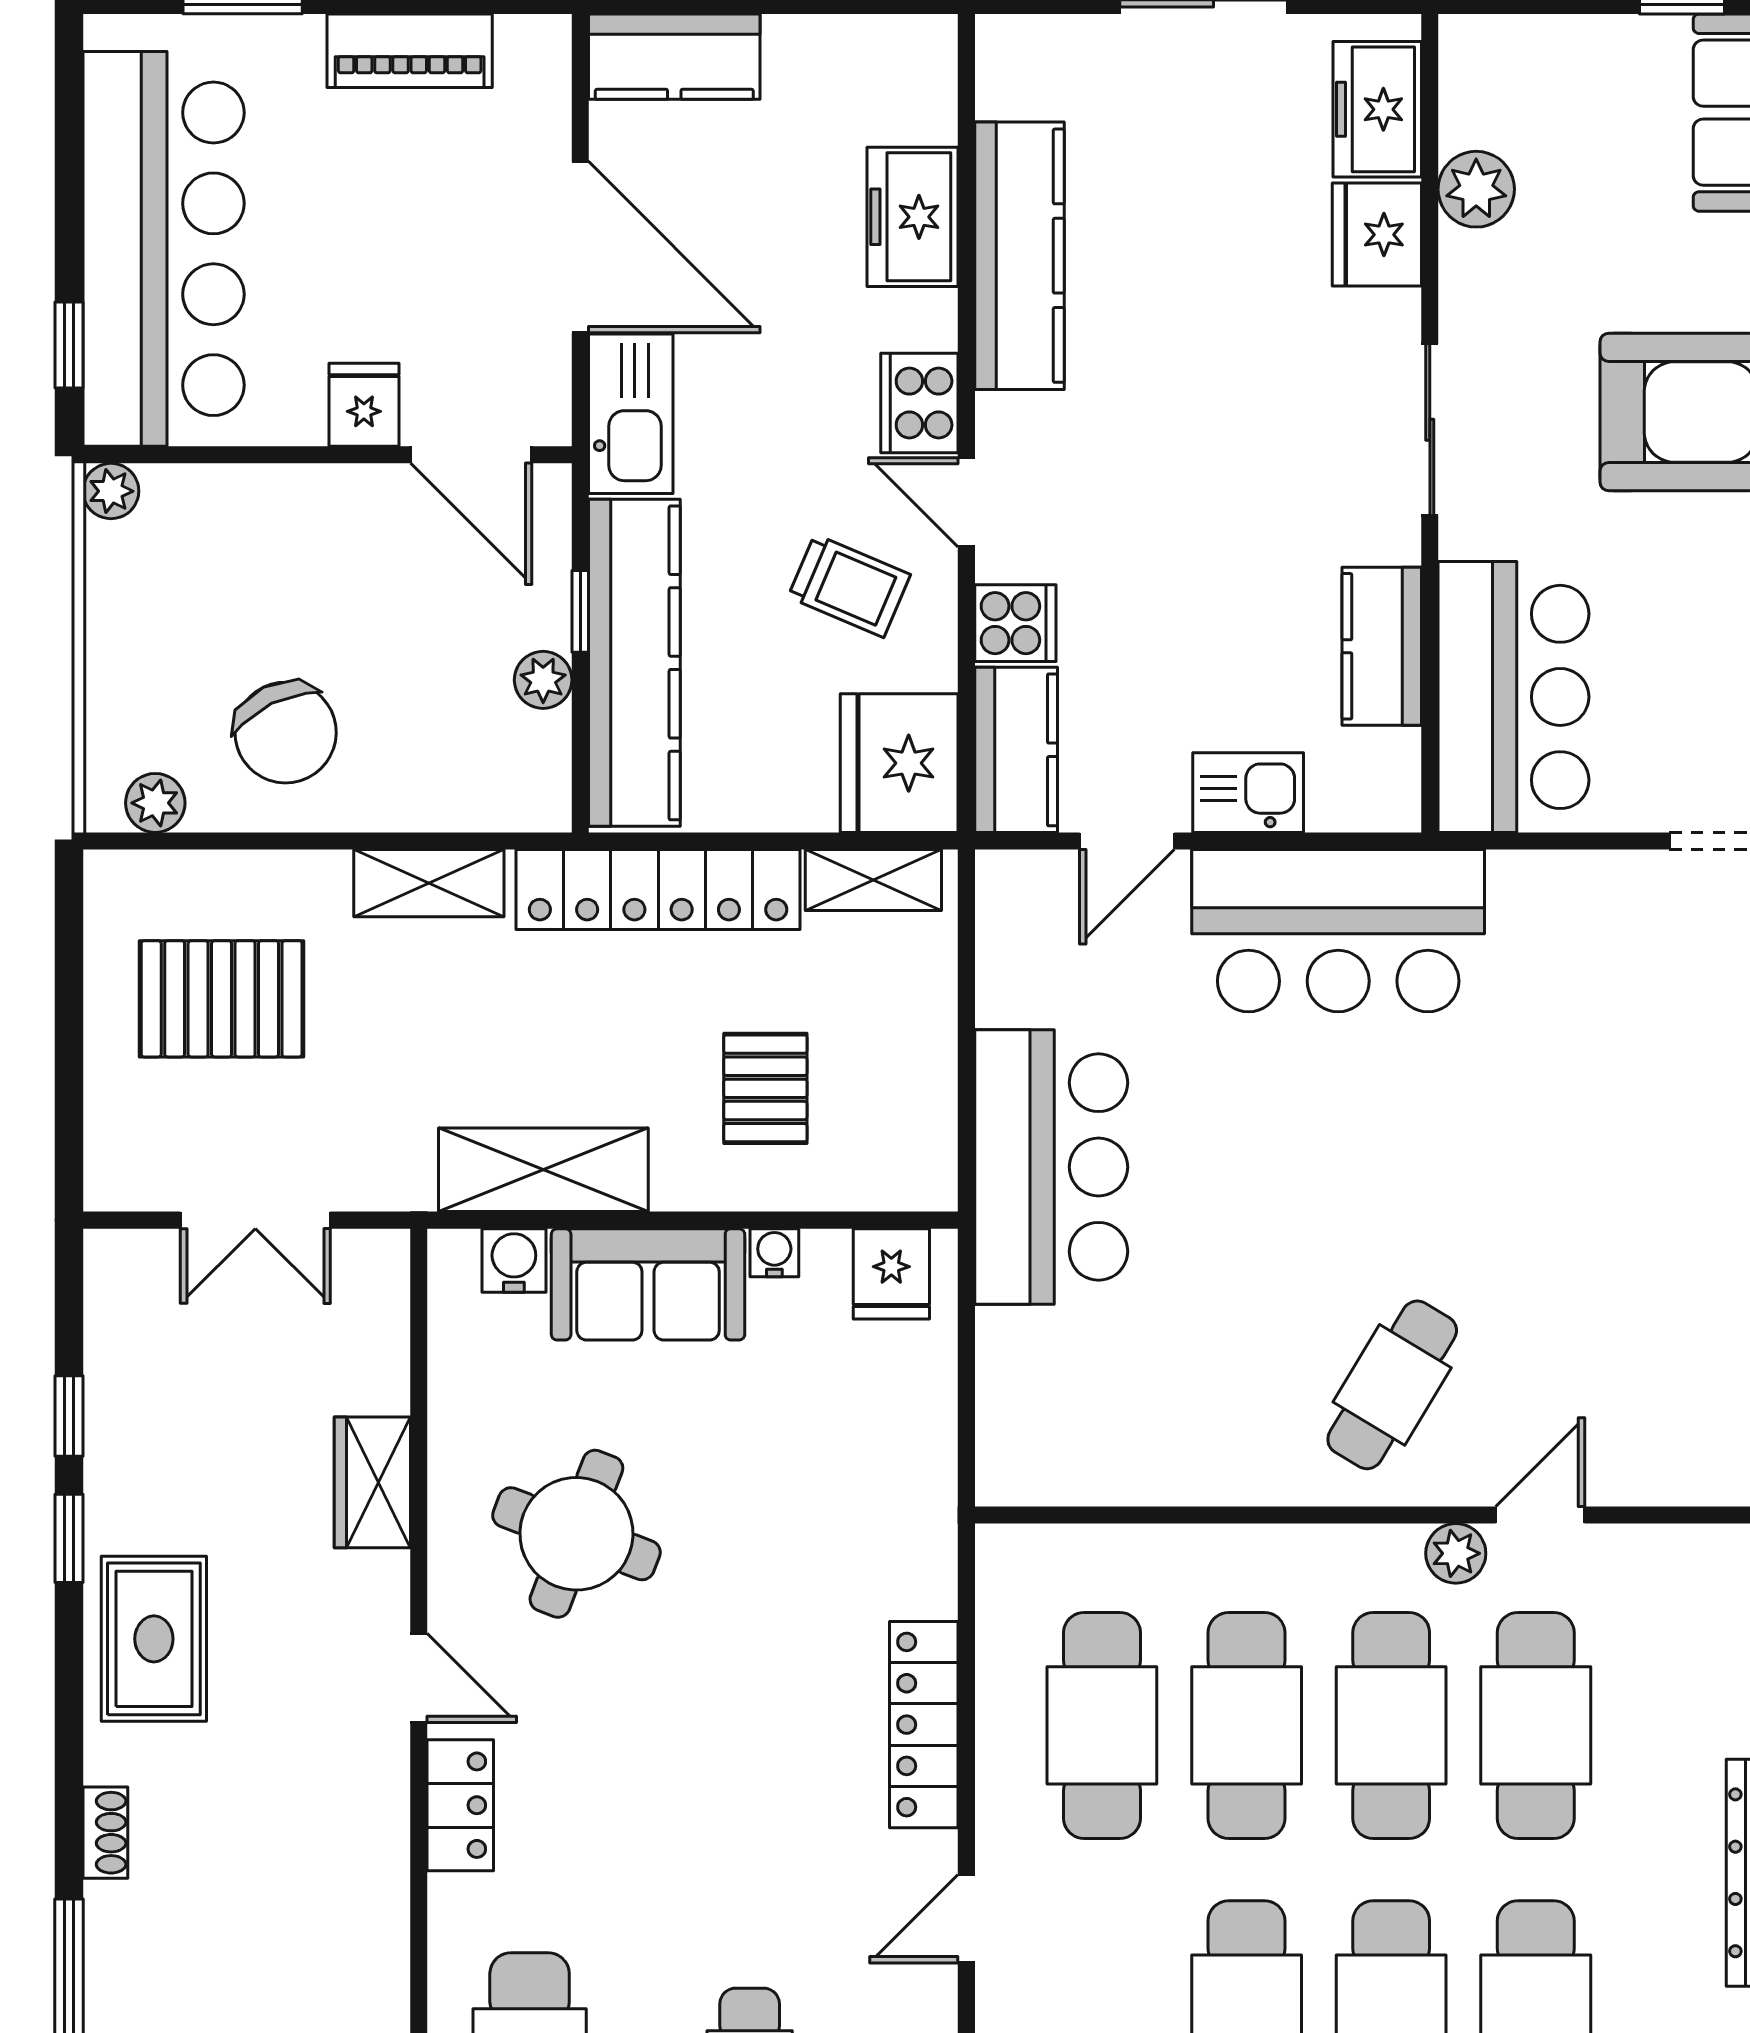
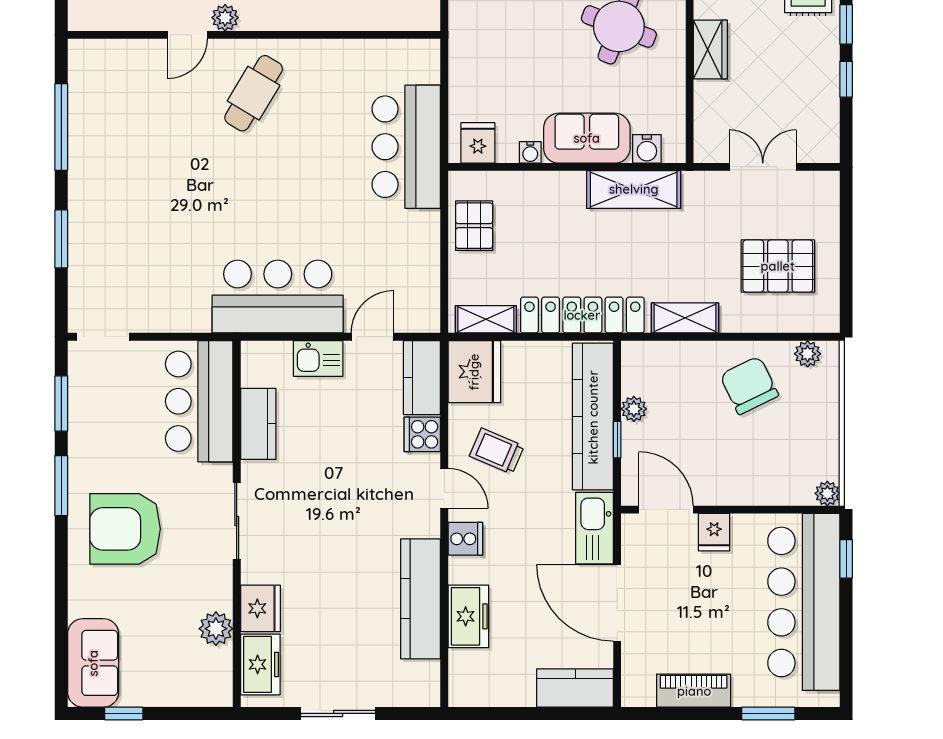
cooker: (919, 403) -> (465, 539), width x0.73
pallet: (765, 1088) -> (474, 226), moved
bar counter: (1051, 1167) -> (406, 147), moved

